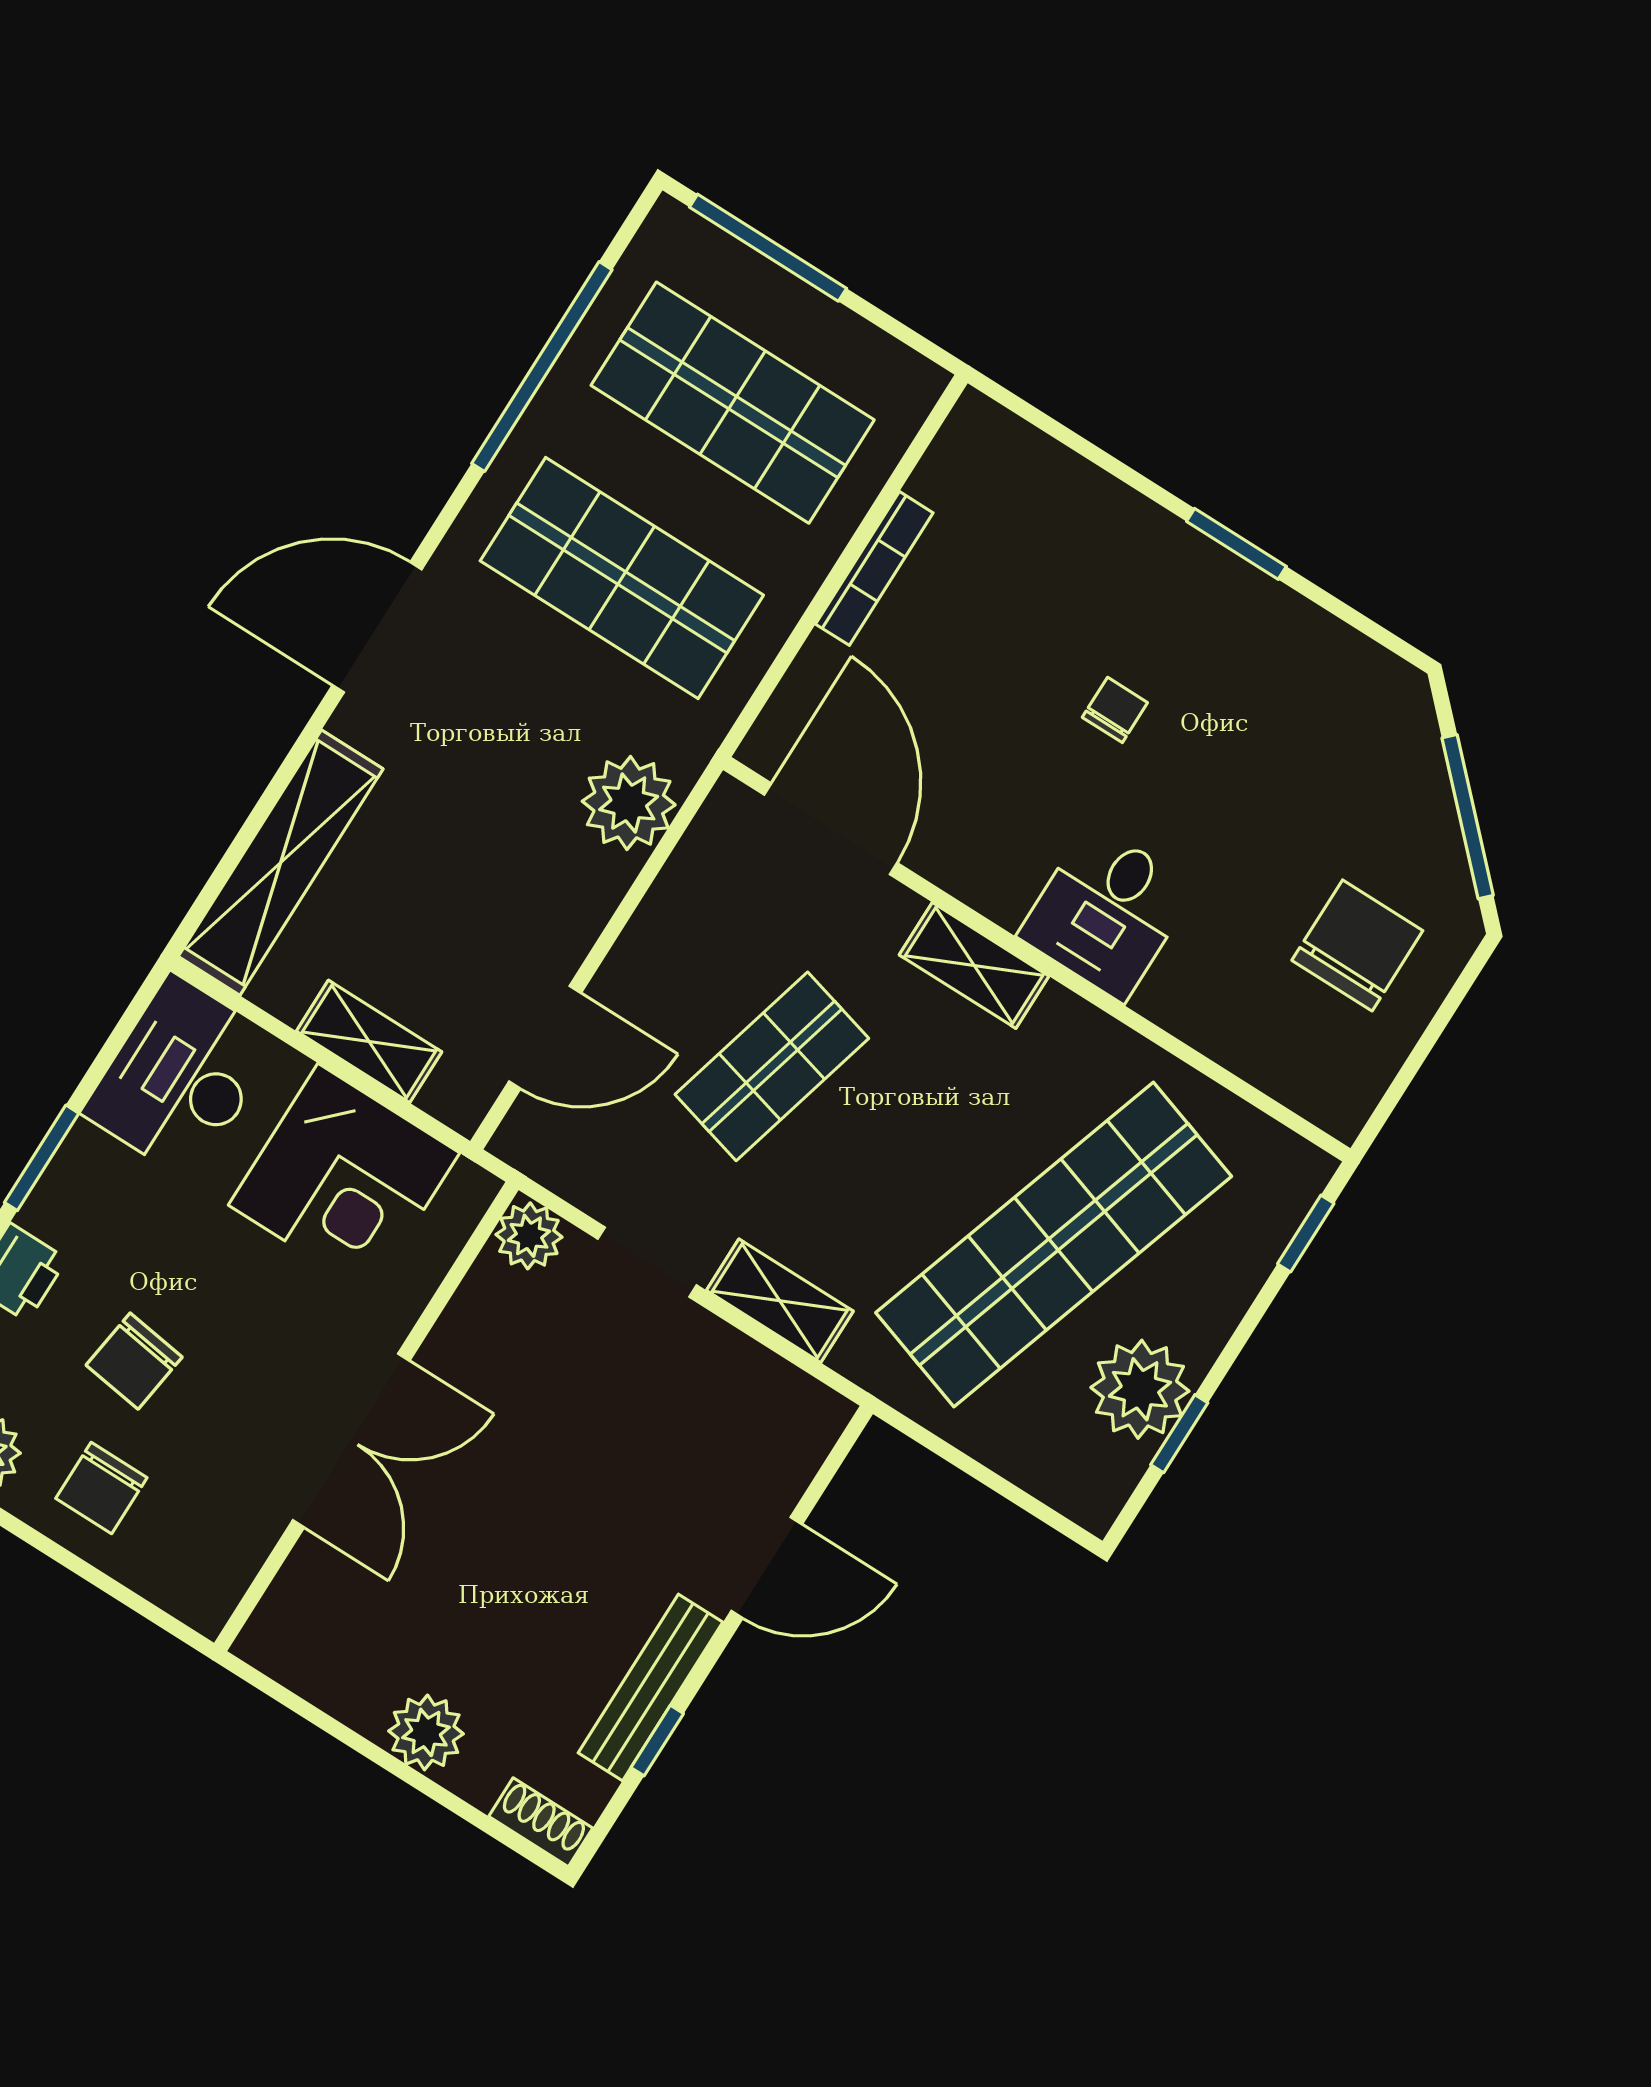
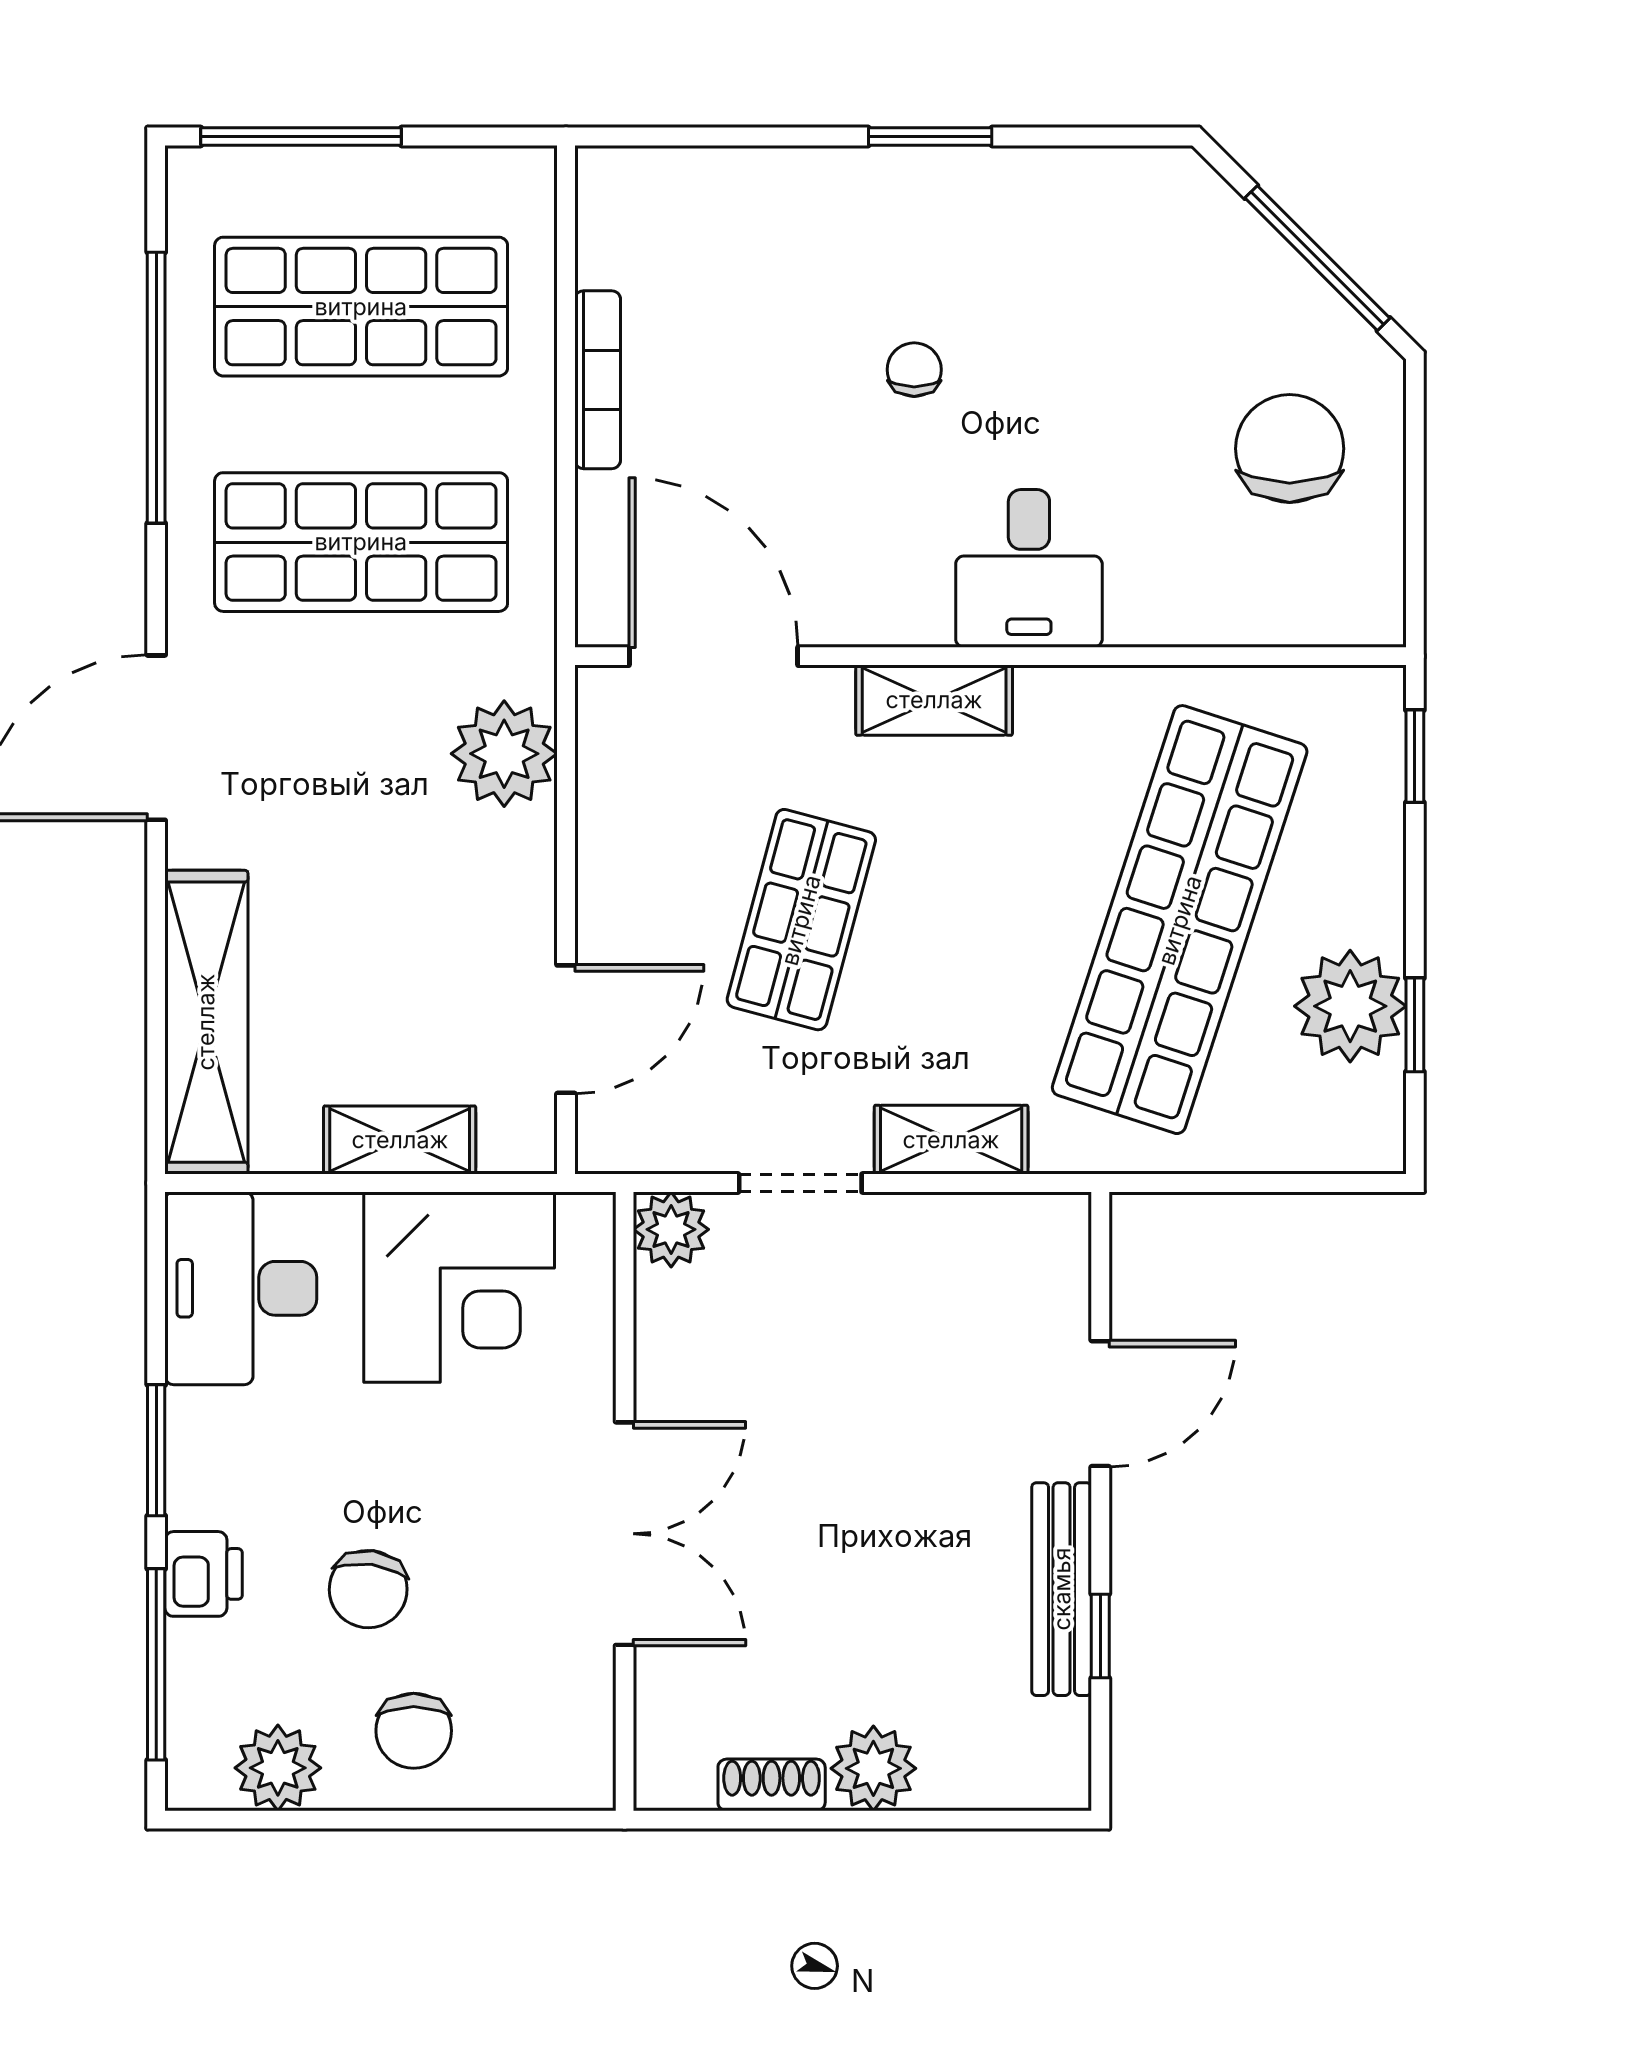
shoe rack: (541, 1822) -> (772, 1785), moved

